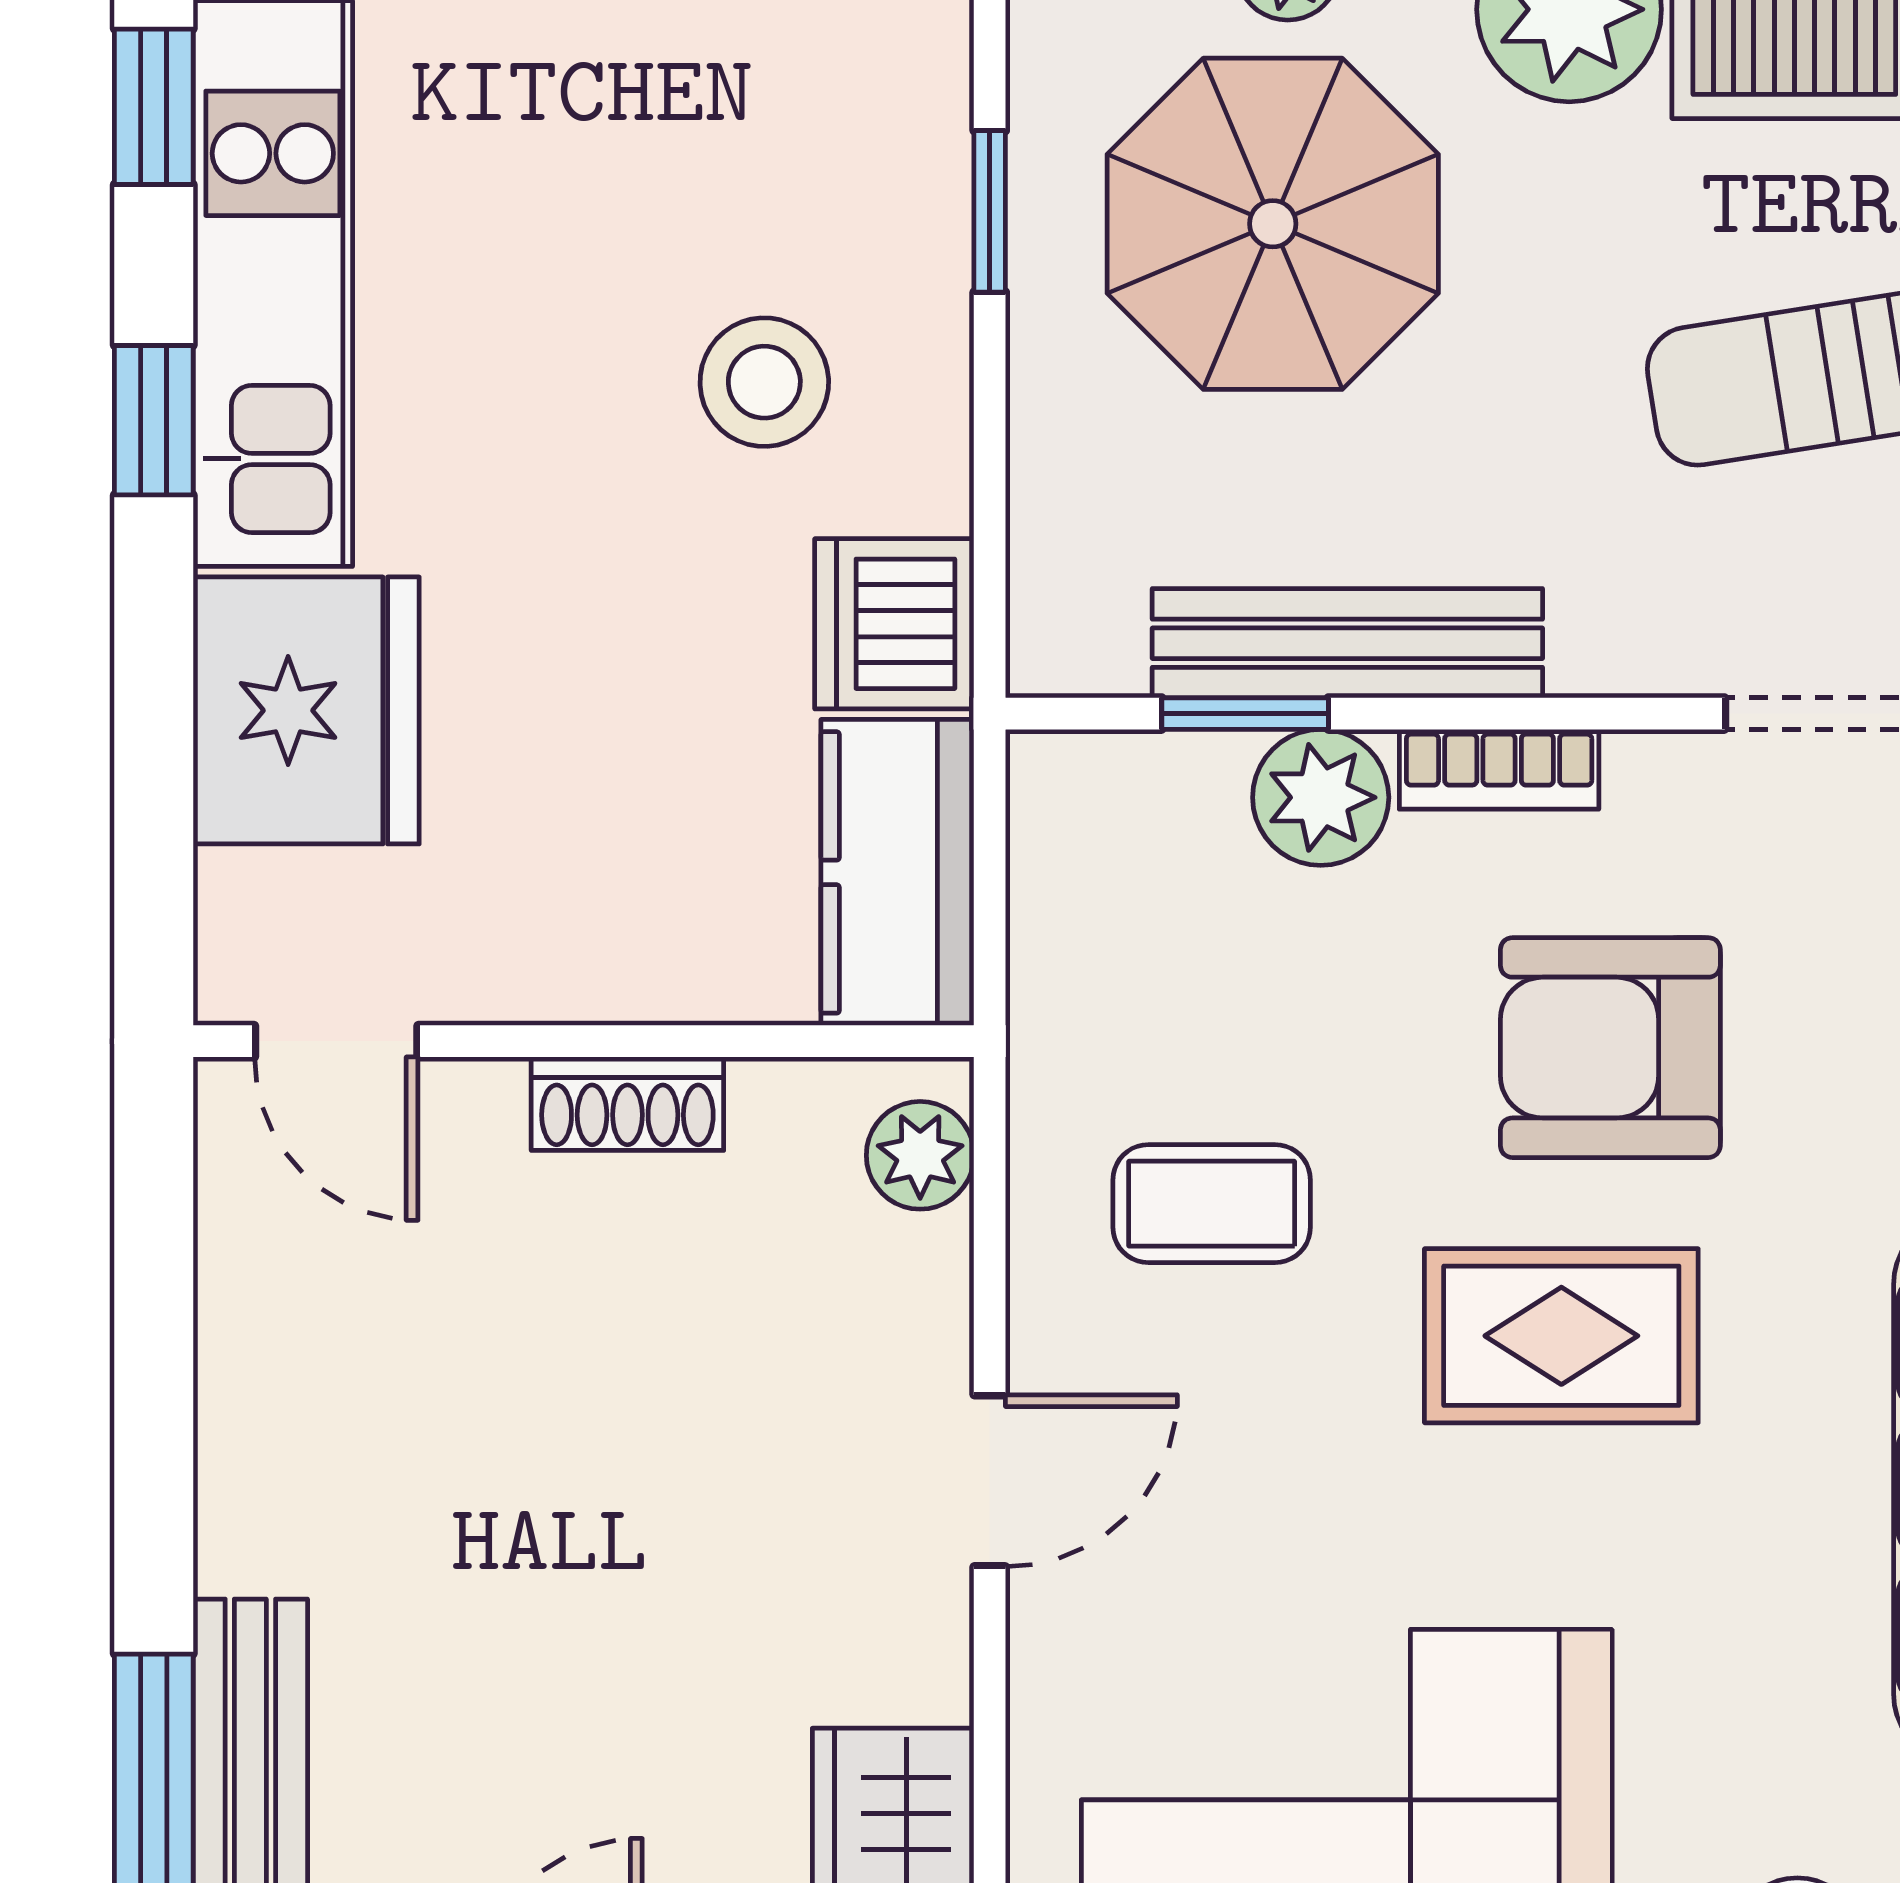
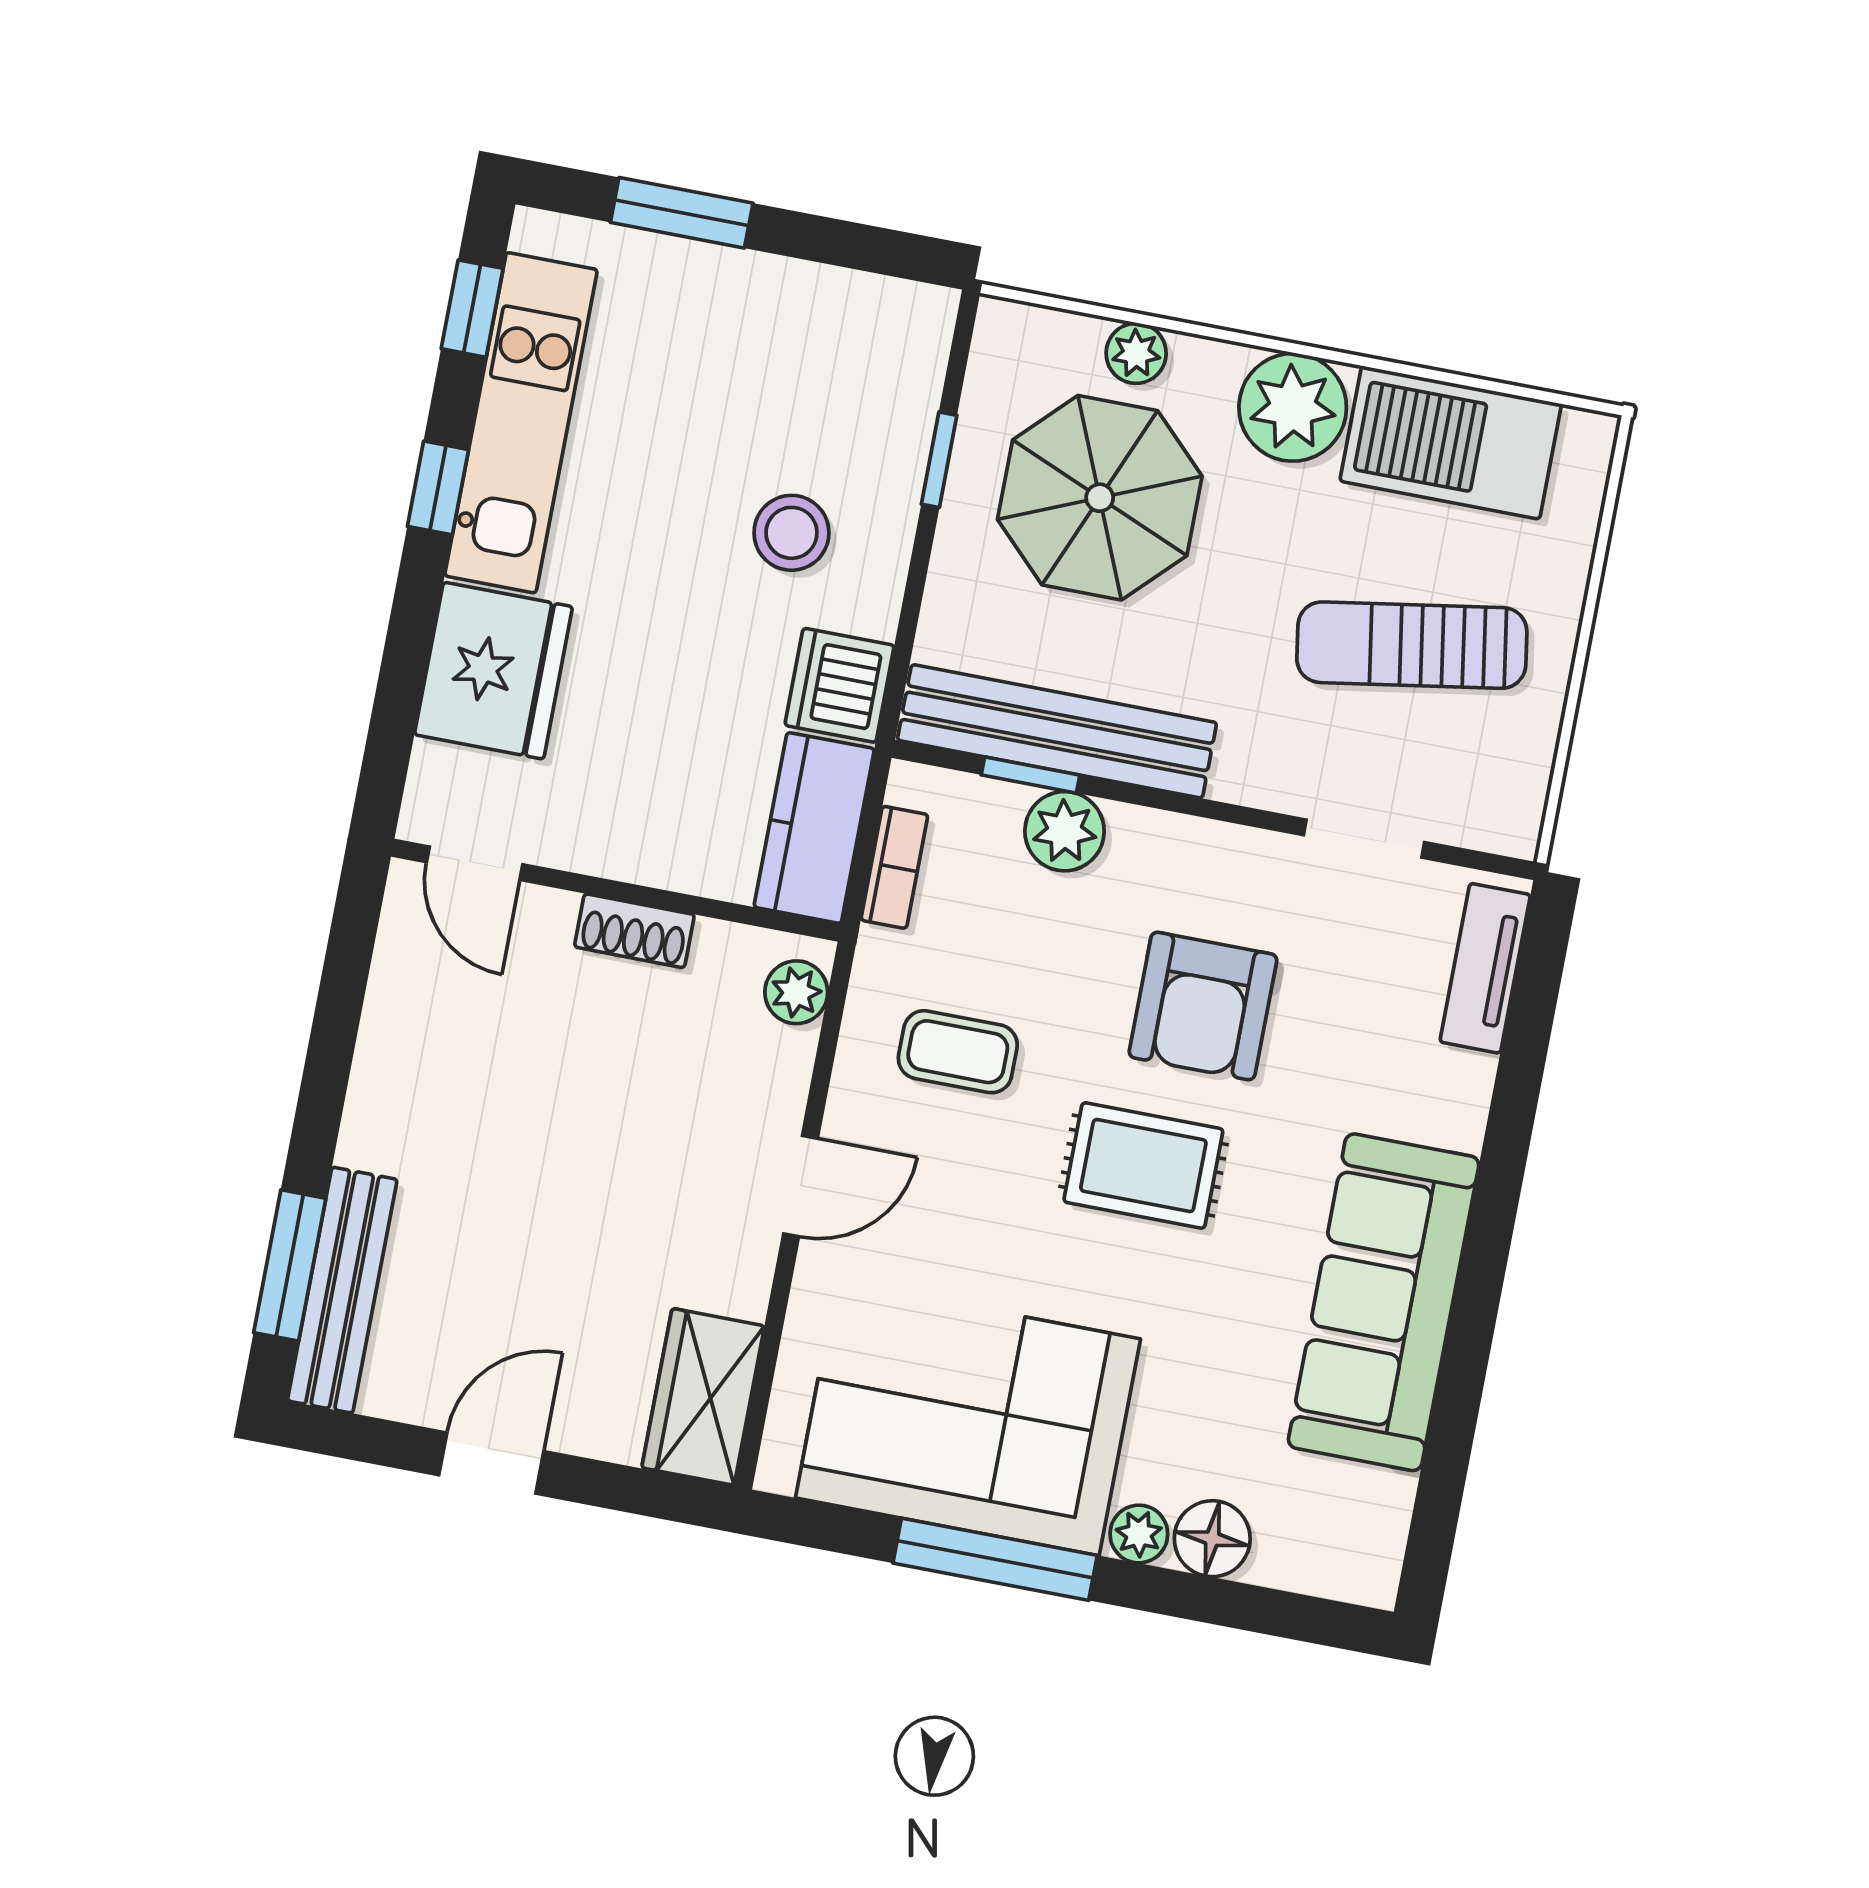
bench: (1347, 643) -> (1057, 731), width x1.37, depth x1.21
bookcase: (1499, 769) -> (894, 867), moved, turned -90
armchair: (1610, 1048) -> (1203, 1006), turned -90

